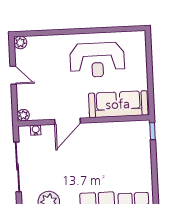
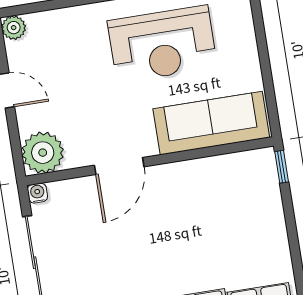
plant: (23, 115) -> (43, 153), width x1.88, depth x1.88
water cooler: (36, 130) -> (37, 193), moved

